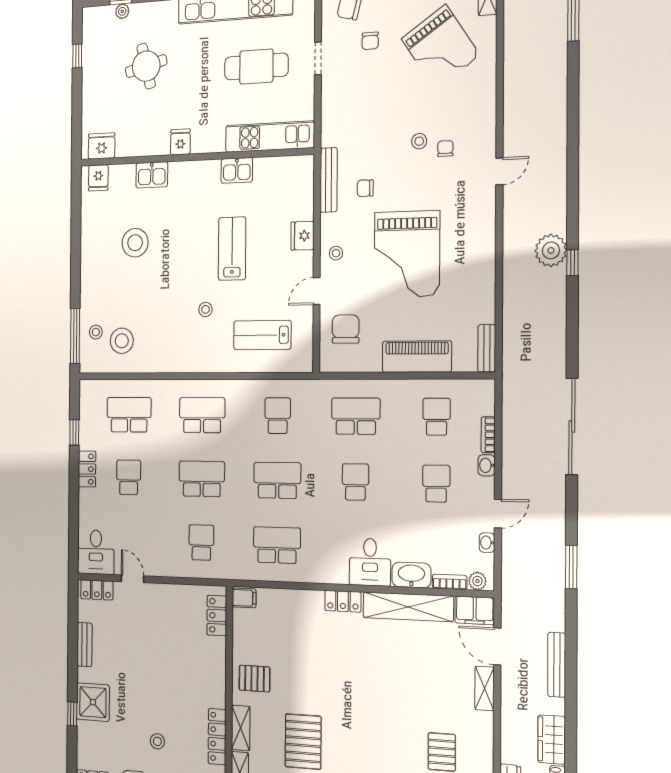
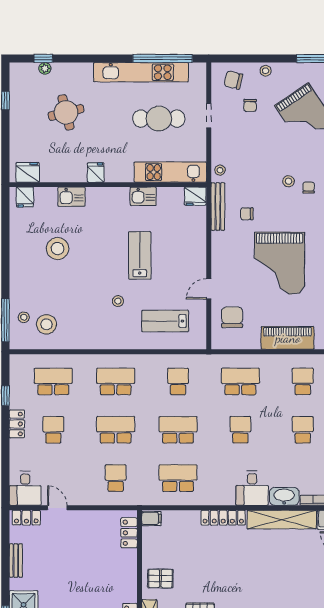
fridge: (302, 236) -> (195, 196), moved, turned -90
stool: (336, 253) -> (220, 170), moved
locker: (343, 601) -> (223, 518), width x1.53

